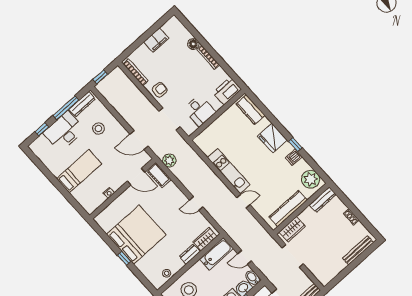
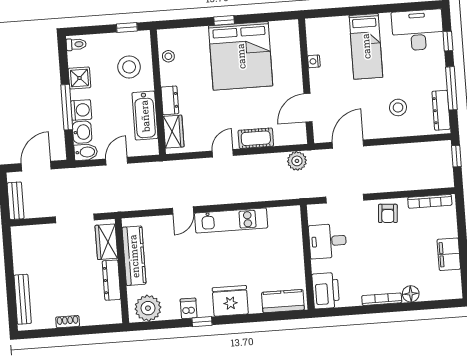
desk: (64, 131) -> (418, 30), moved, turned -90
cot: (159, 175) -> (256, 138), moved
dresser: (323, 200) -> (111, 280), moved
bathtub: (216, 254) -> (145, 116), moved

